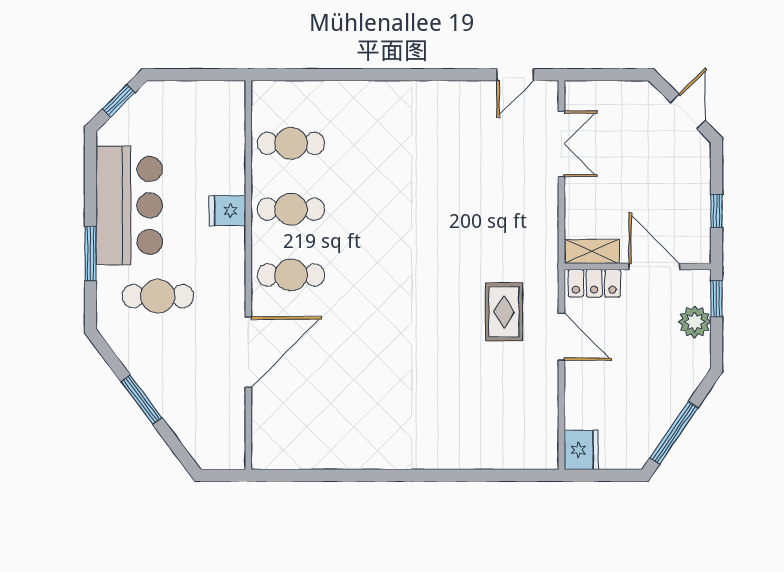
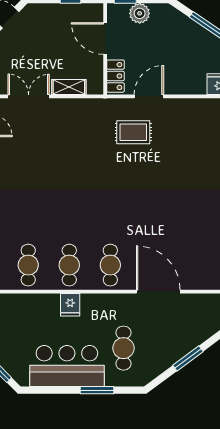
shelving: (592, 251) -> (69, 87), moved, turned 90
door: (654, 267) -> (105, 39), hinge flipped

